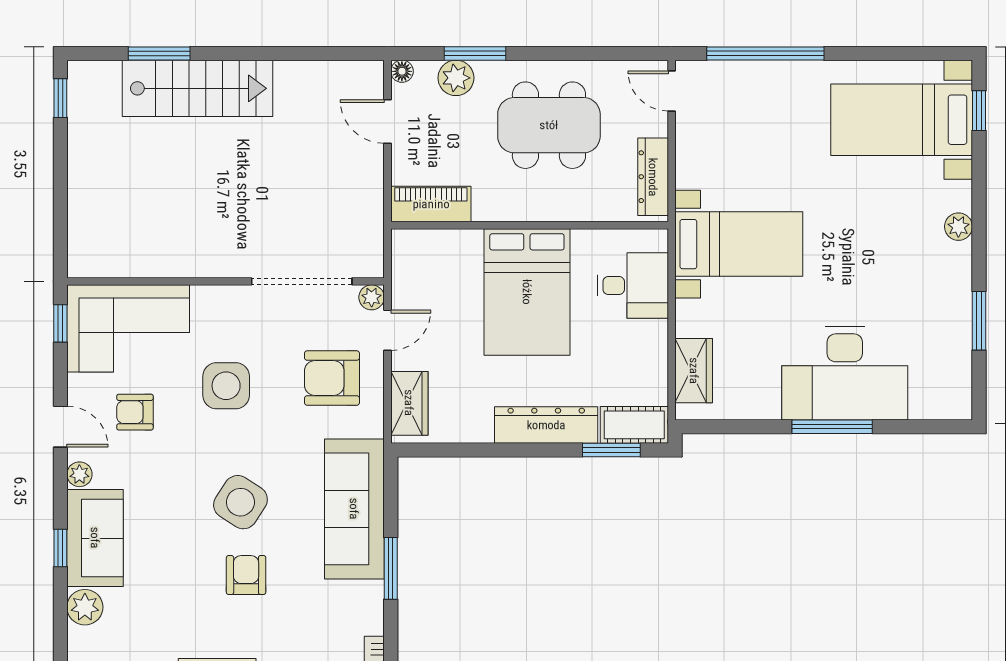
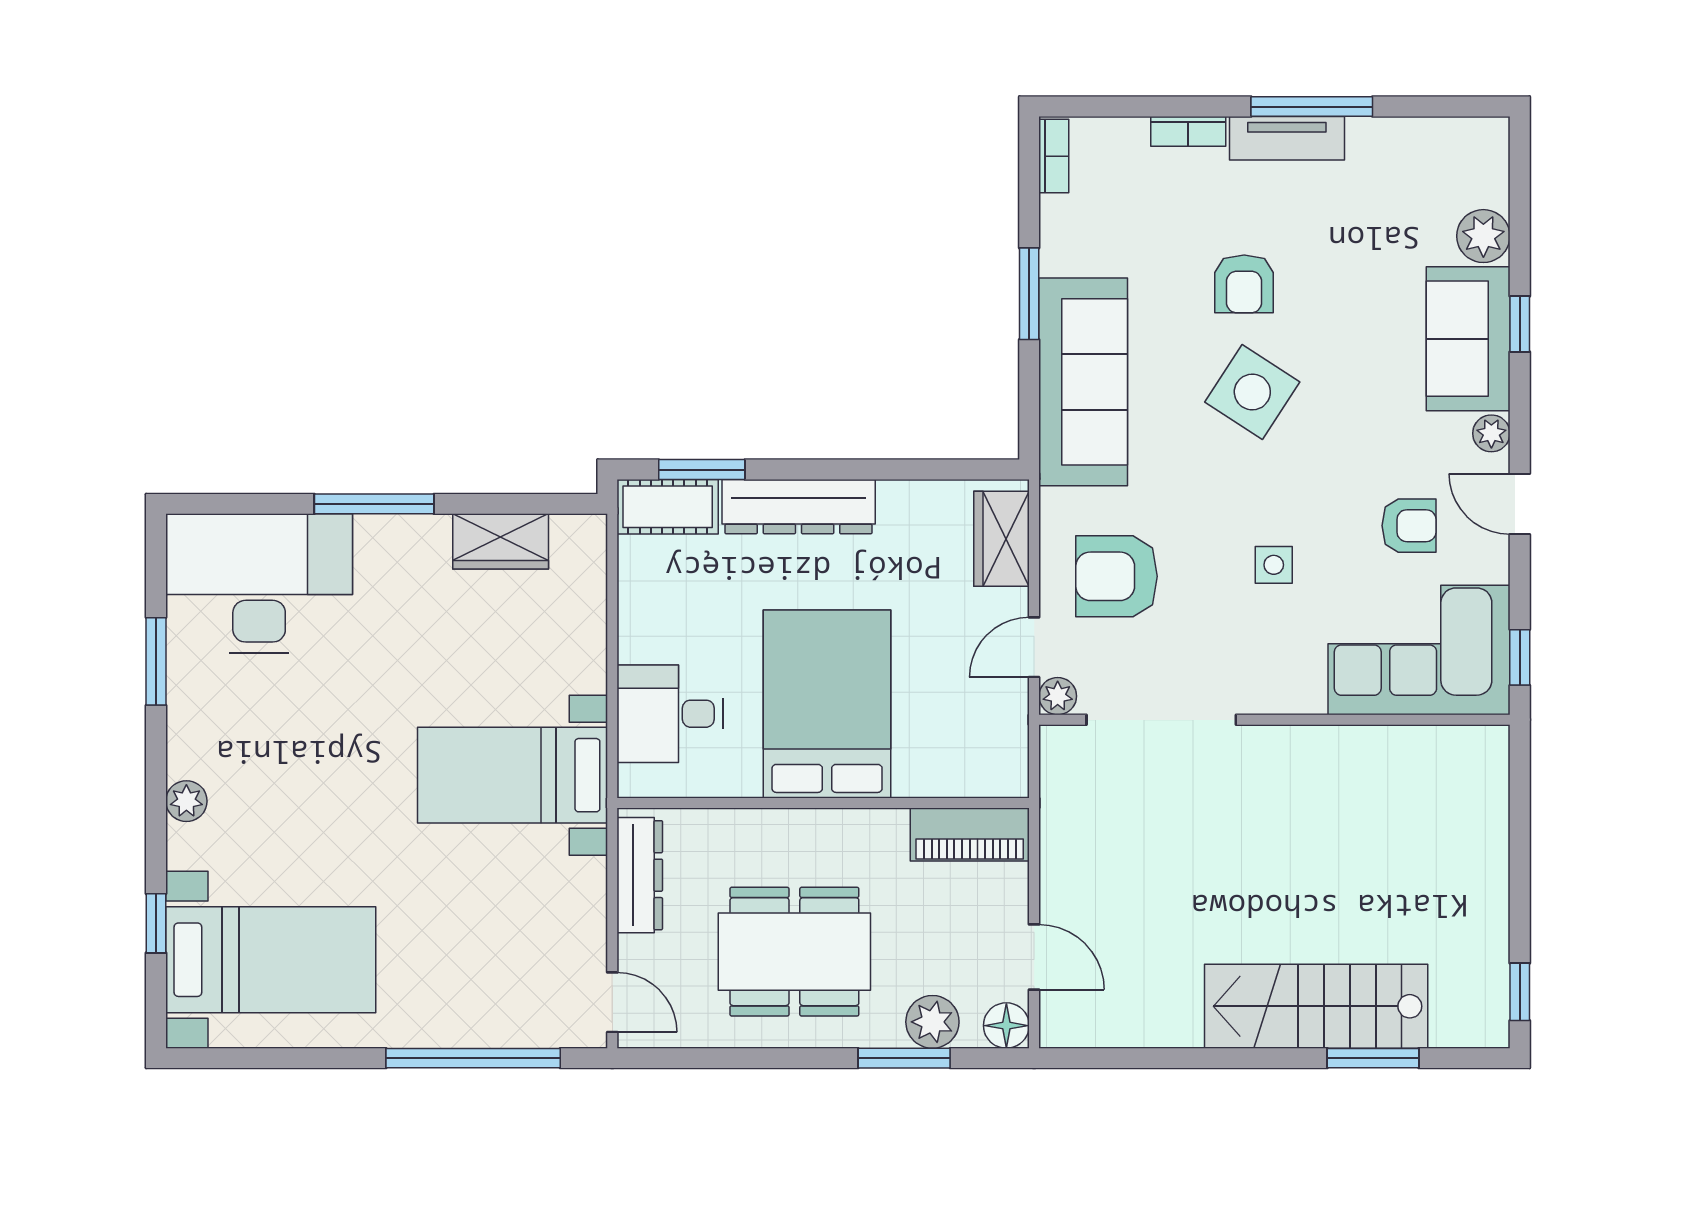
floor lamp: (402, 71) -> (1006, 1026), width x1.37, depth x1.37
window: (979, 111) -> (156, 923), moved
wardrobe: (694, 371) -> (501, 541), moved, turned -90
desk: (845, 373) -> (259, 583), moved
armchair: (332, 378) -> (1117, 576), turned 180
side table: (226, 386) -> (1274, 565), width x0.54, depth x0.54

